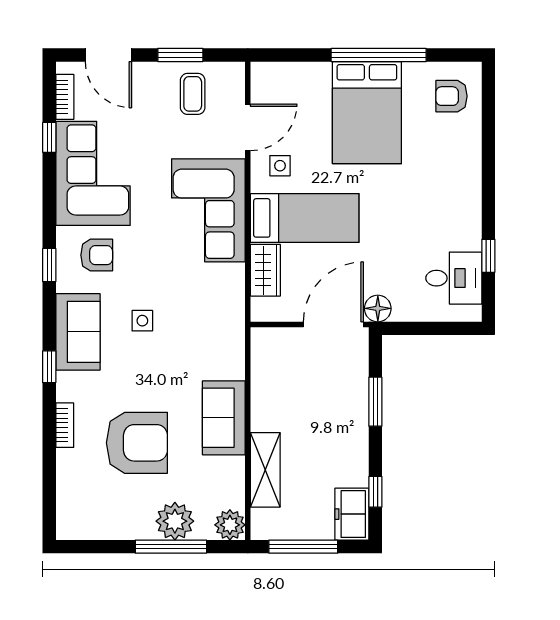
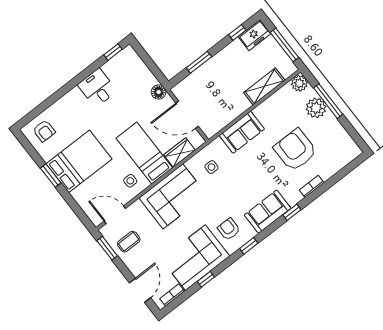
window: (180, 55) -> (107, 248), moved
window: (379, 55) -> (51, 176), width x0.47
door: (248, 127) -> (115, 215), moved
window: (49, 137) -> (206, 279), moved
window: (488, 256) -> (113, 52), moved
desk: (454, 278) -> (97, 88), moved
side table: (142, 321) -> (212, 167), moved
door: (333, 324) -> (187, 115), moved
sofa: (224, 418) -> (242, 132), moved

